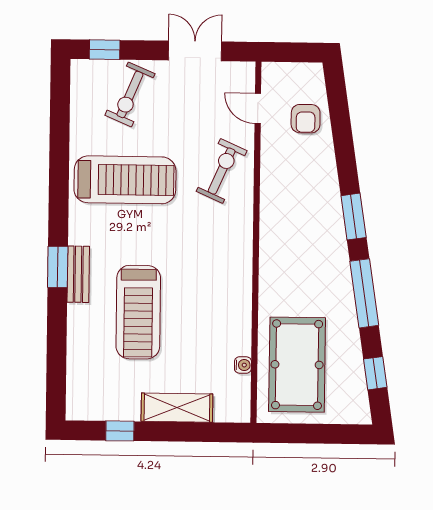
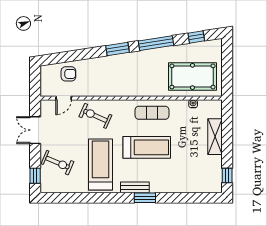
bench: (78, 274) -> (135, 187), moved
exercise mat: (226, 283) -> (152, 113), added
treadmill: (138, 312) -> (147, 147), moved
window: (120, 431) -> (227, 175), moved

